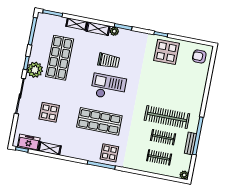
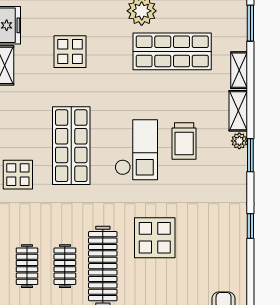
display table: (166, 52) -> (155, 238), moved

